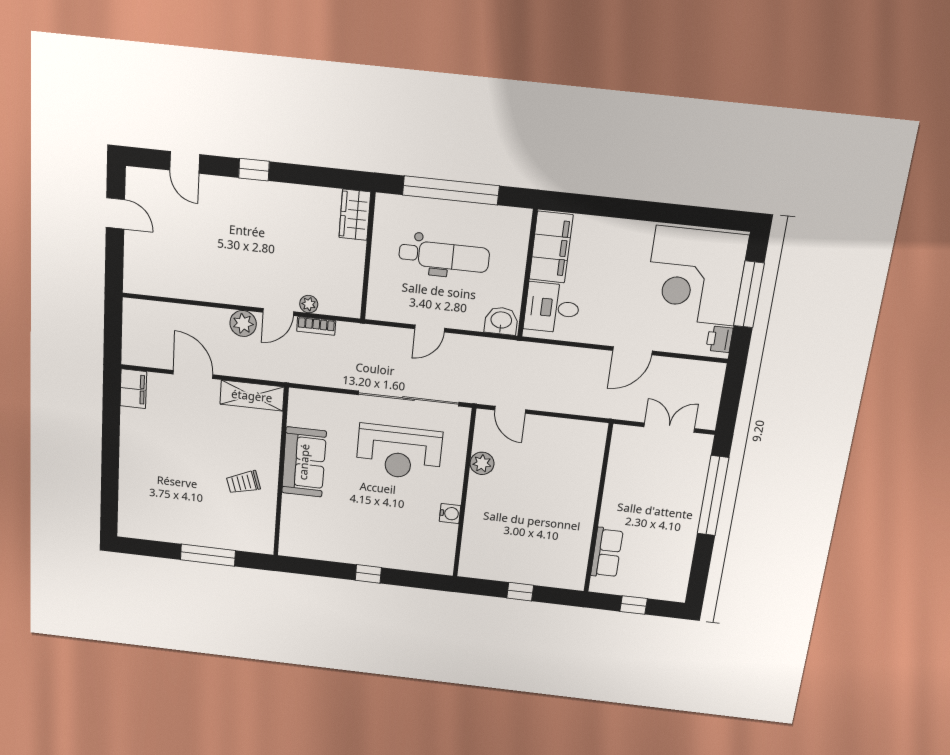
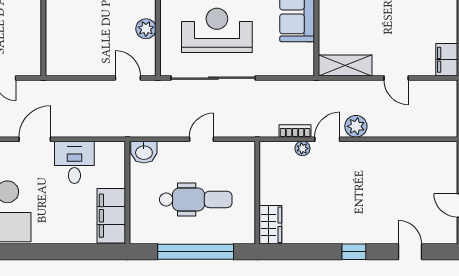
dental chair: (444, 256) -> (196, 199), turned 180
desk: (552, 308) -> (74, 162), moved, turned -90
door: (193, 374) -> (396, 78), width x0.73

